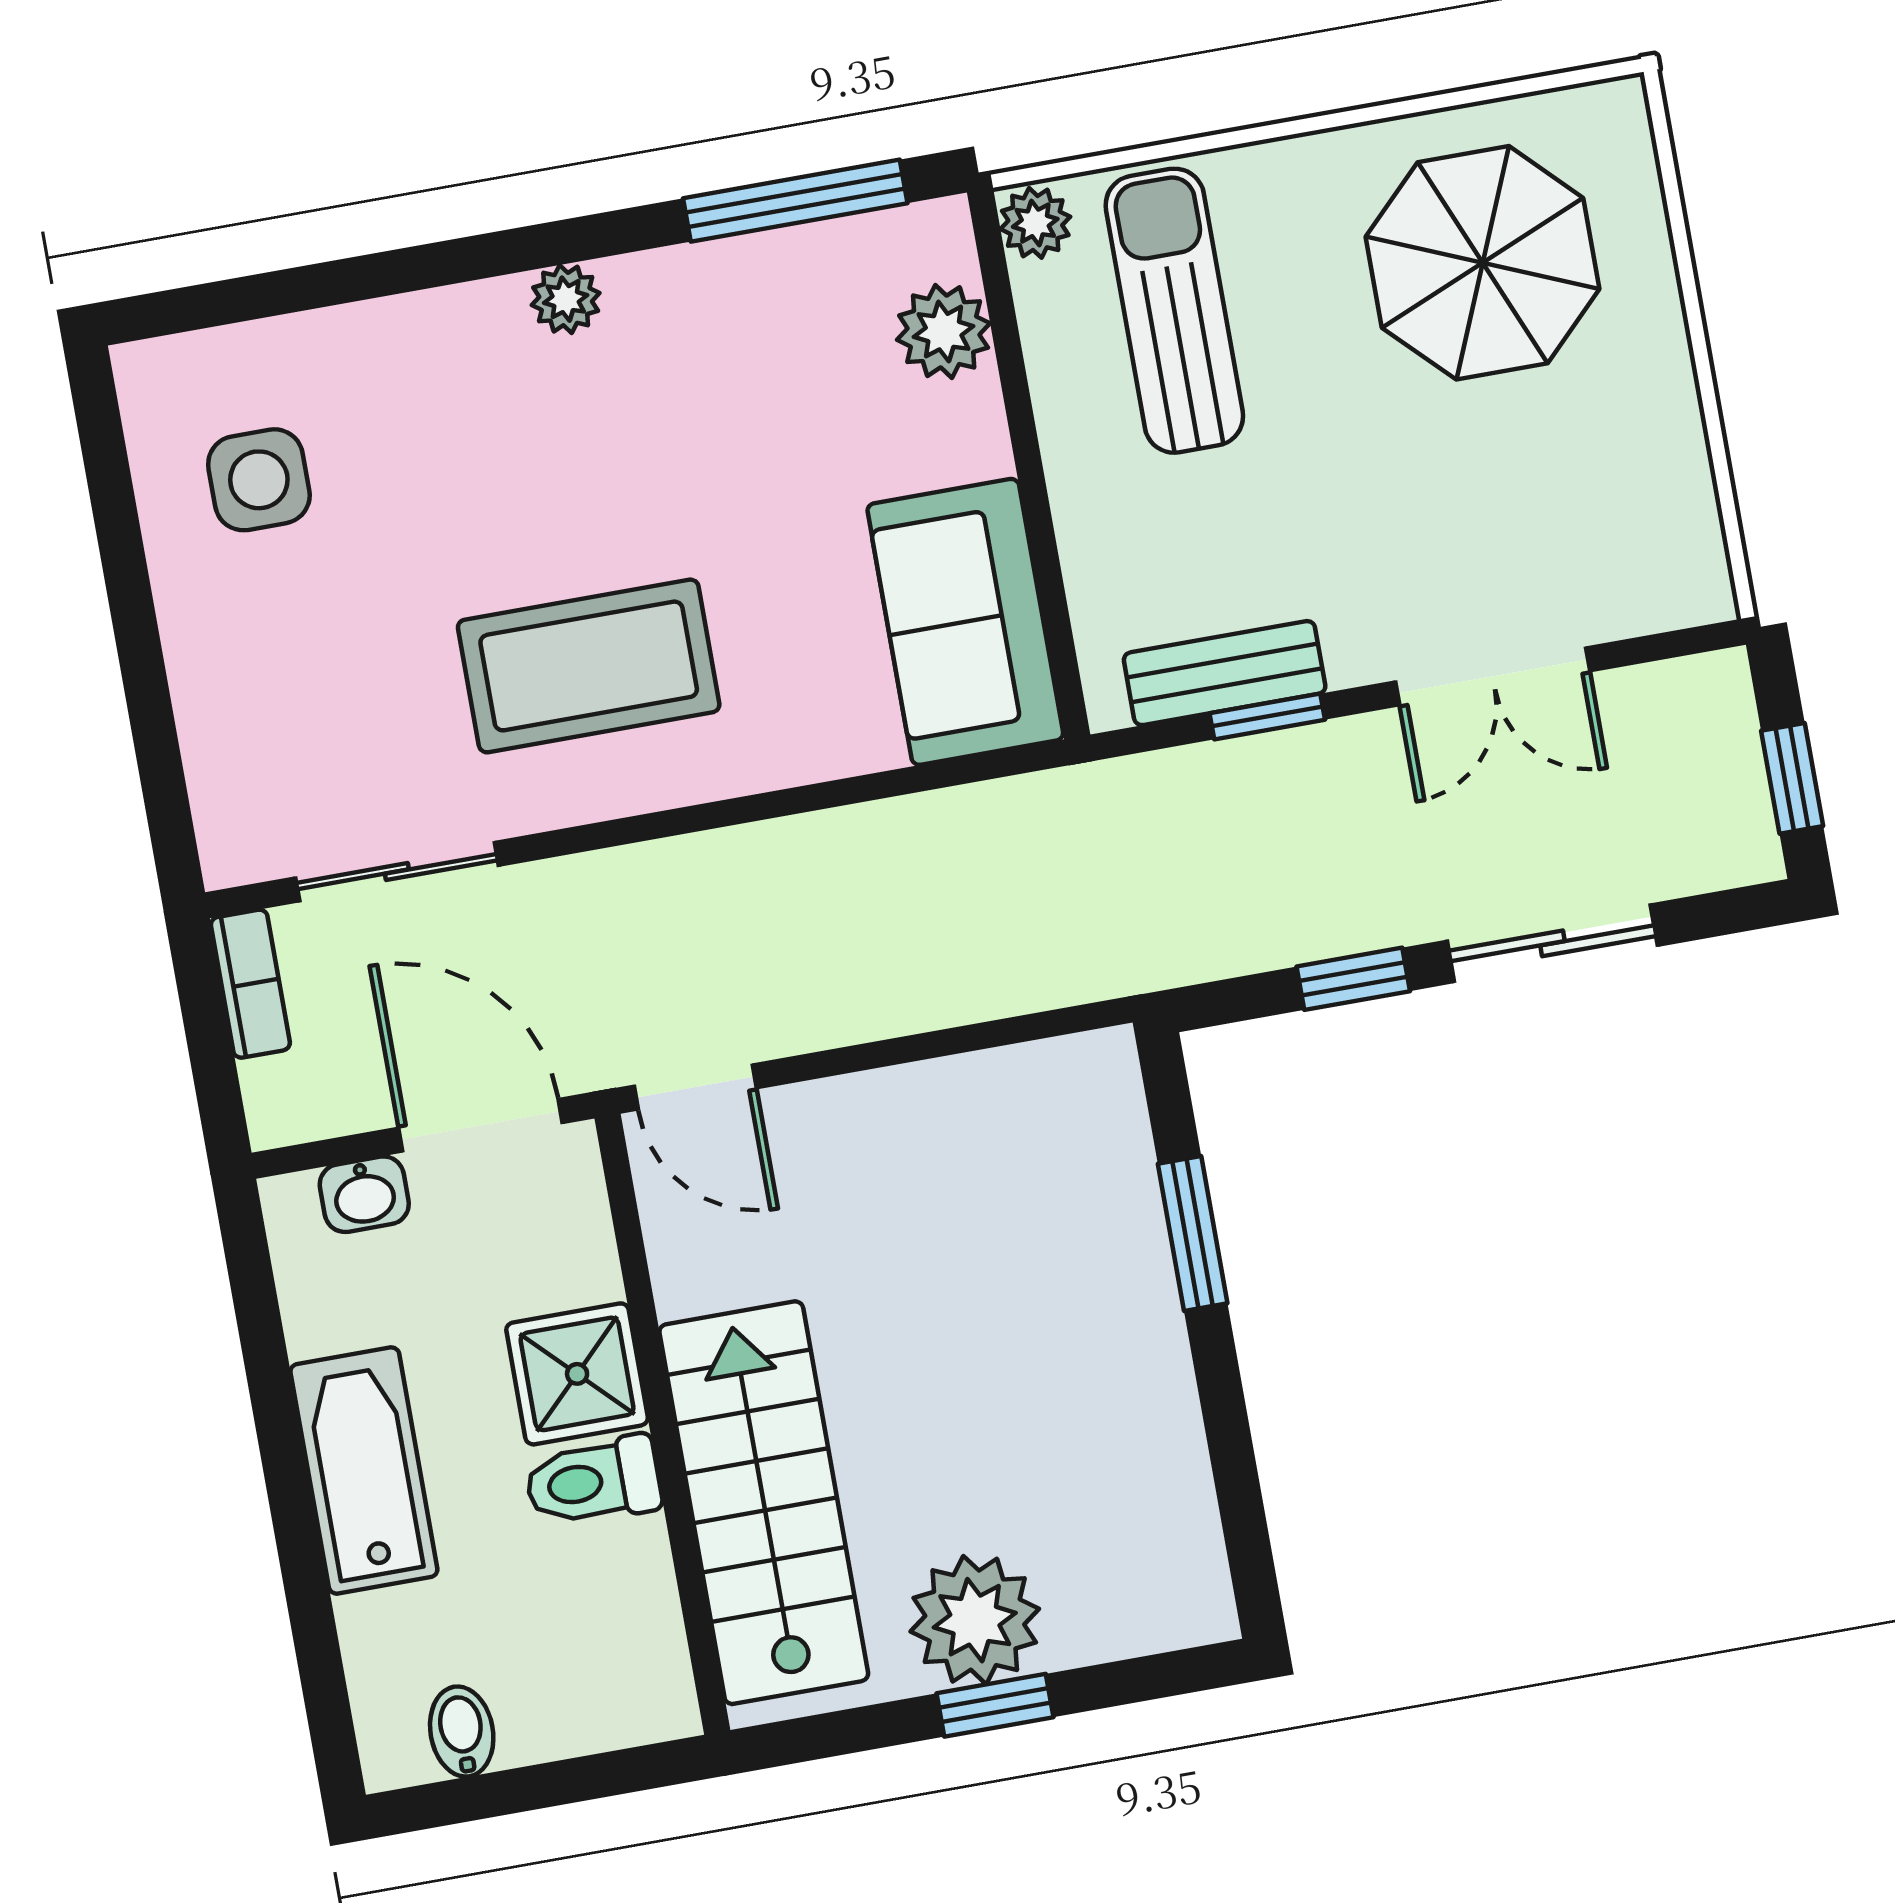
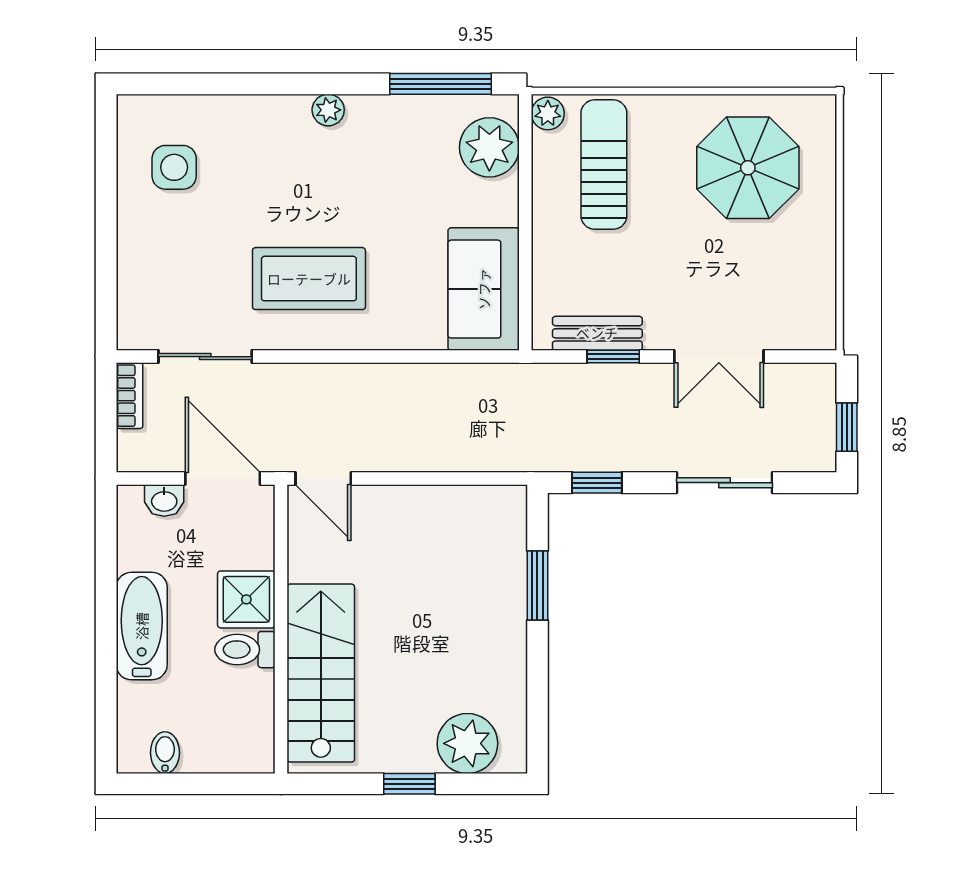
plant: (944, 332) -> (489, 147), width x1.36, depth x1.36
window: (1353, 979) -> (597, 483), moved
plant: (975, 1620) -> (467, 743), moved

